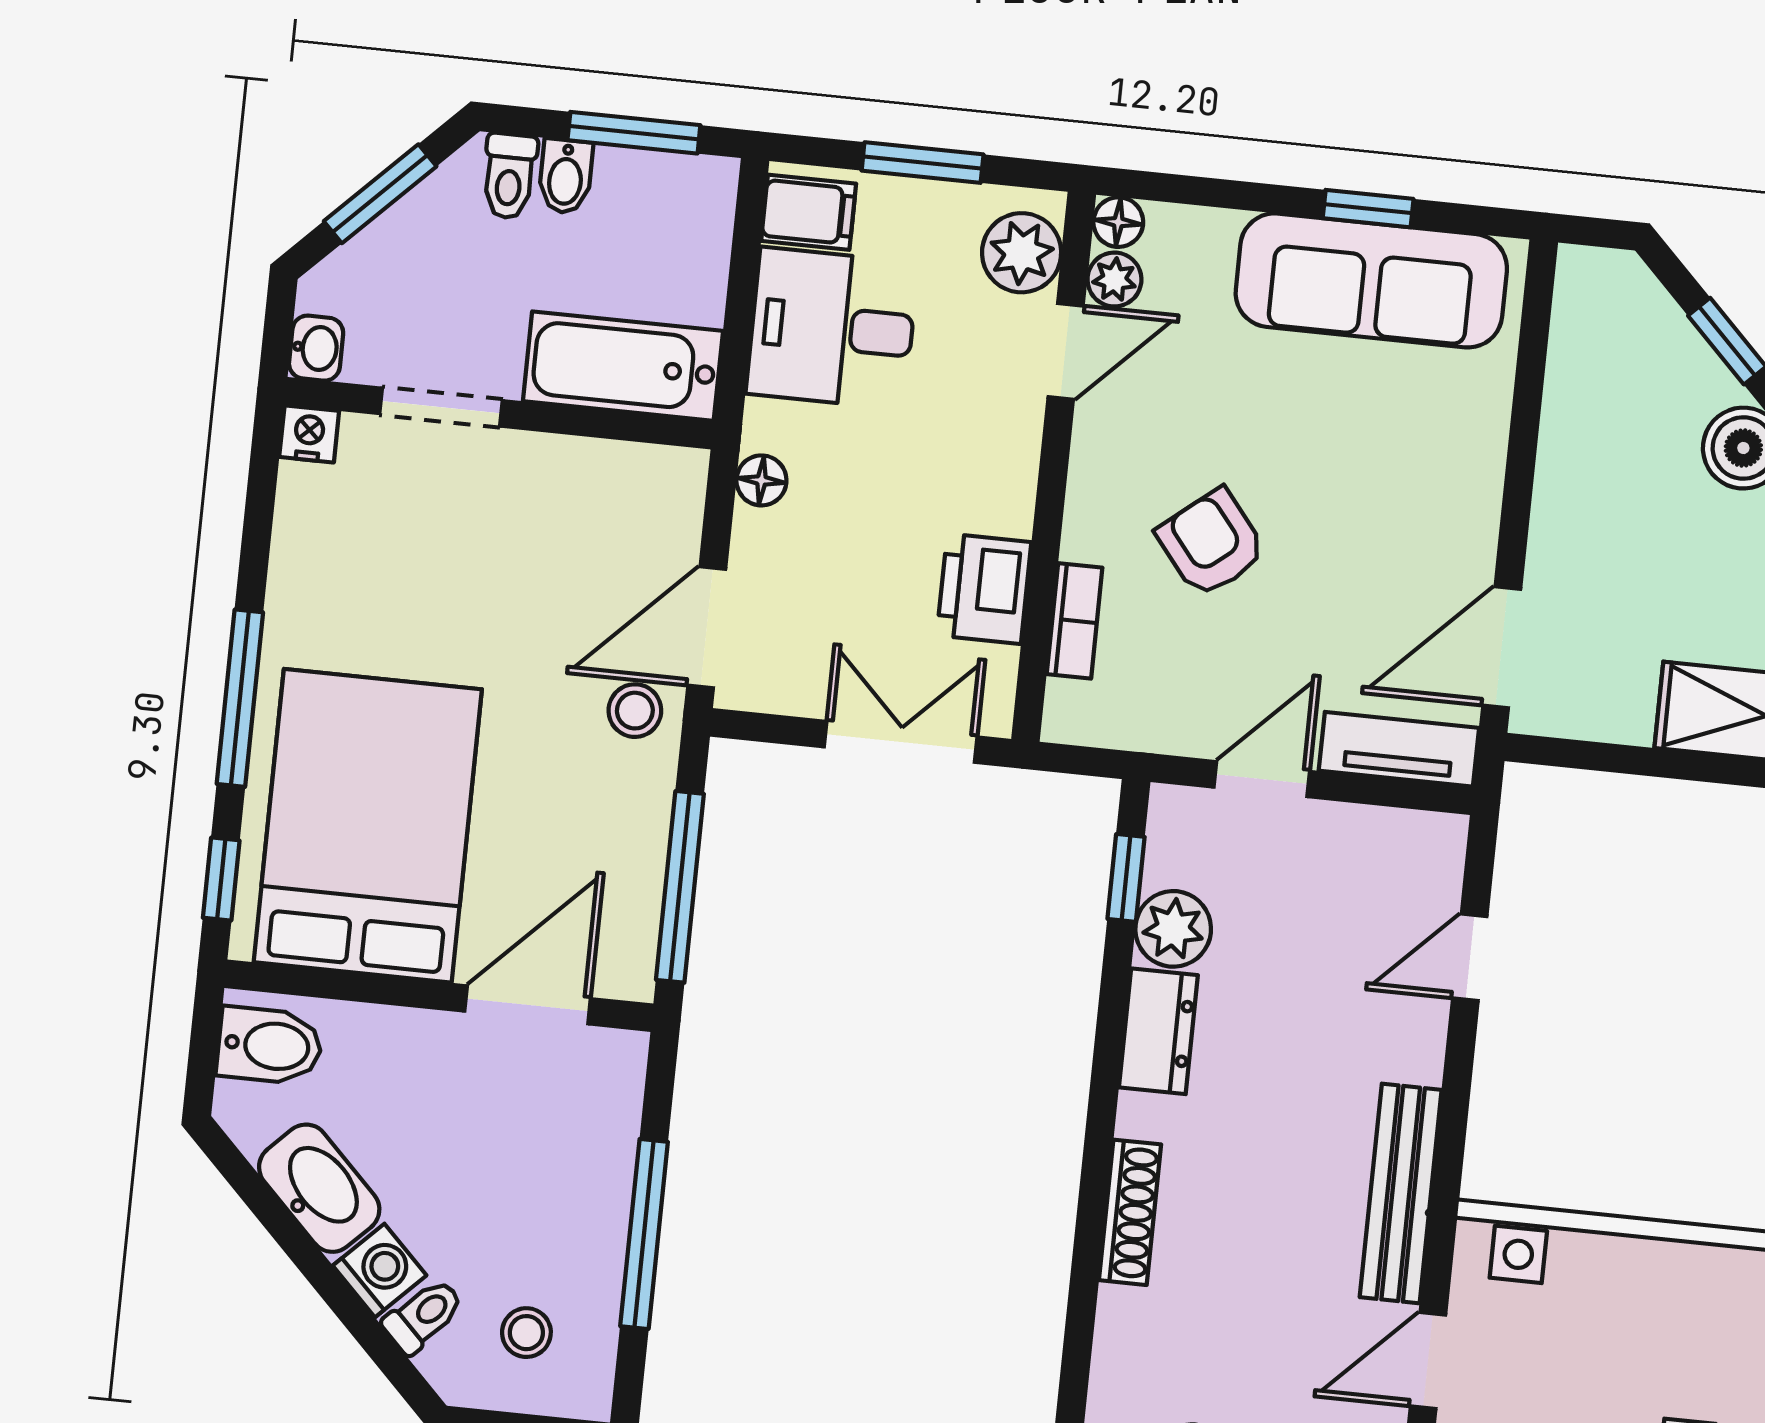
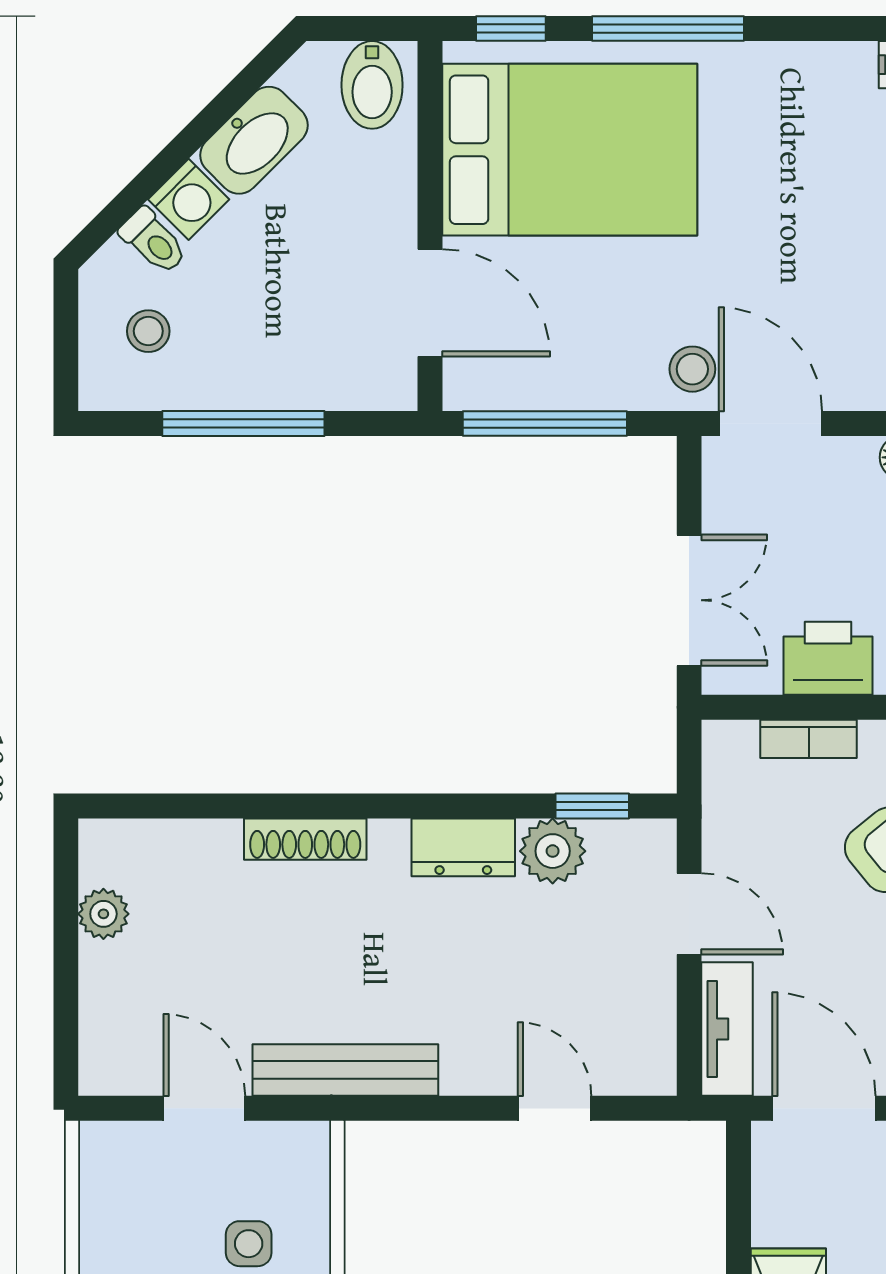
side table: (1518, 1254) -> (249, 1244), moved

